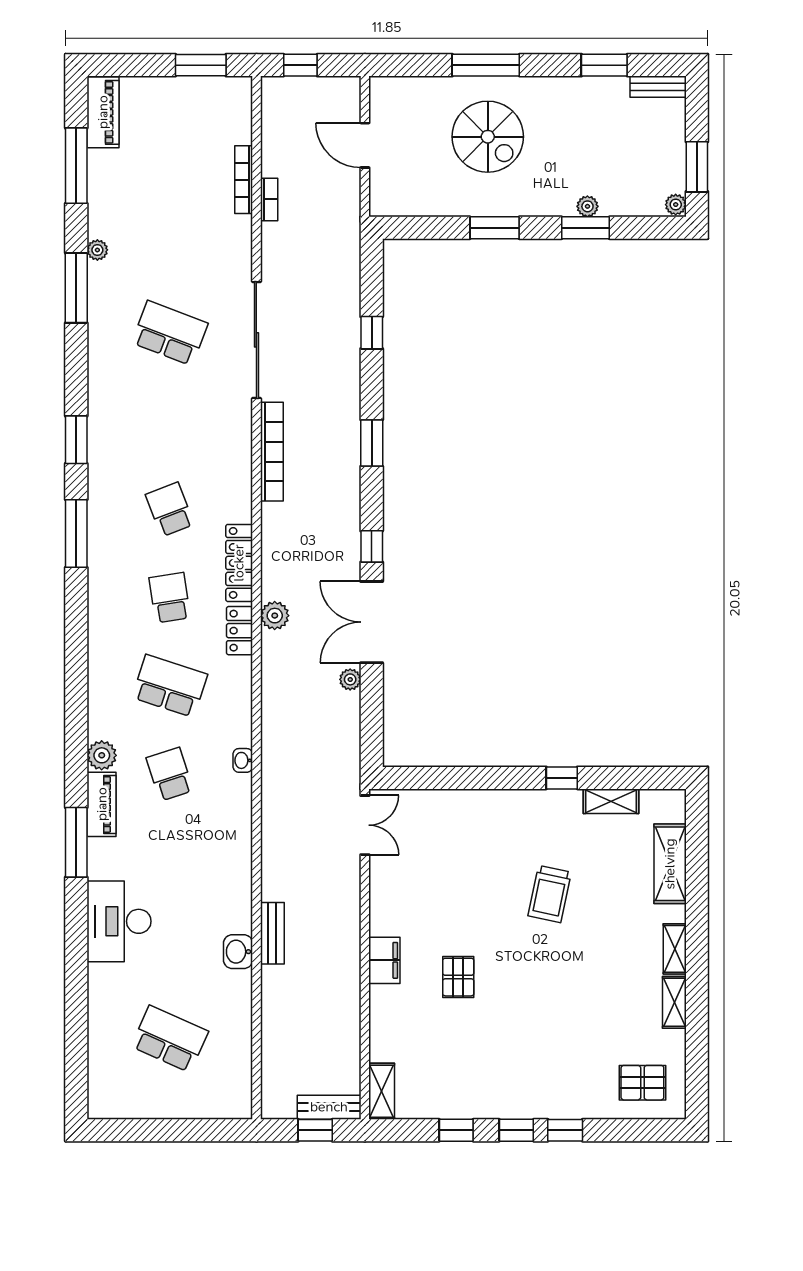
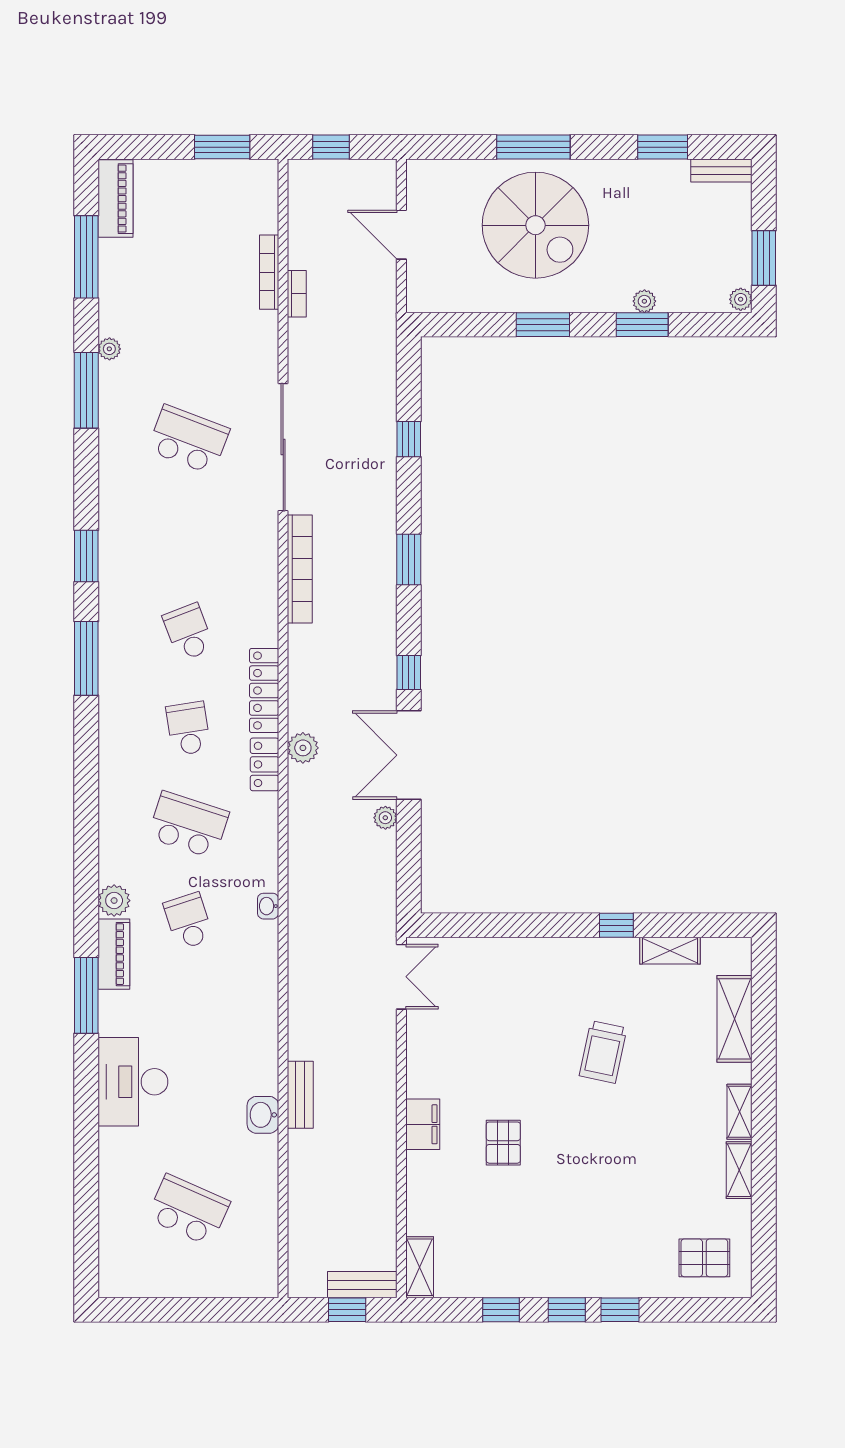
spiral stairs: (488, 137) -> (535, 225), width x1.37, depth x1.37

